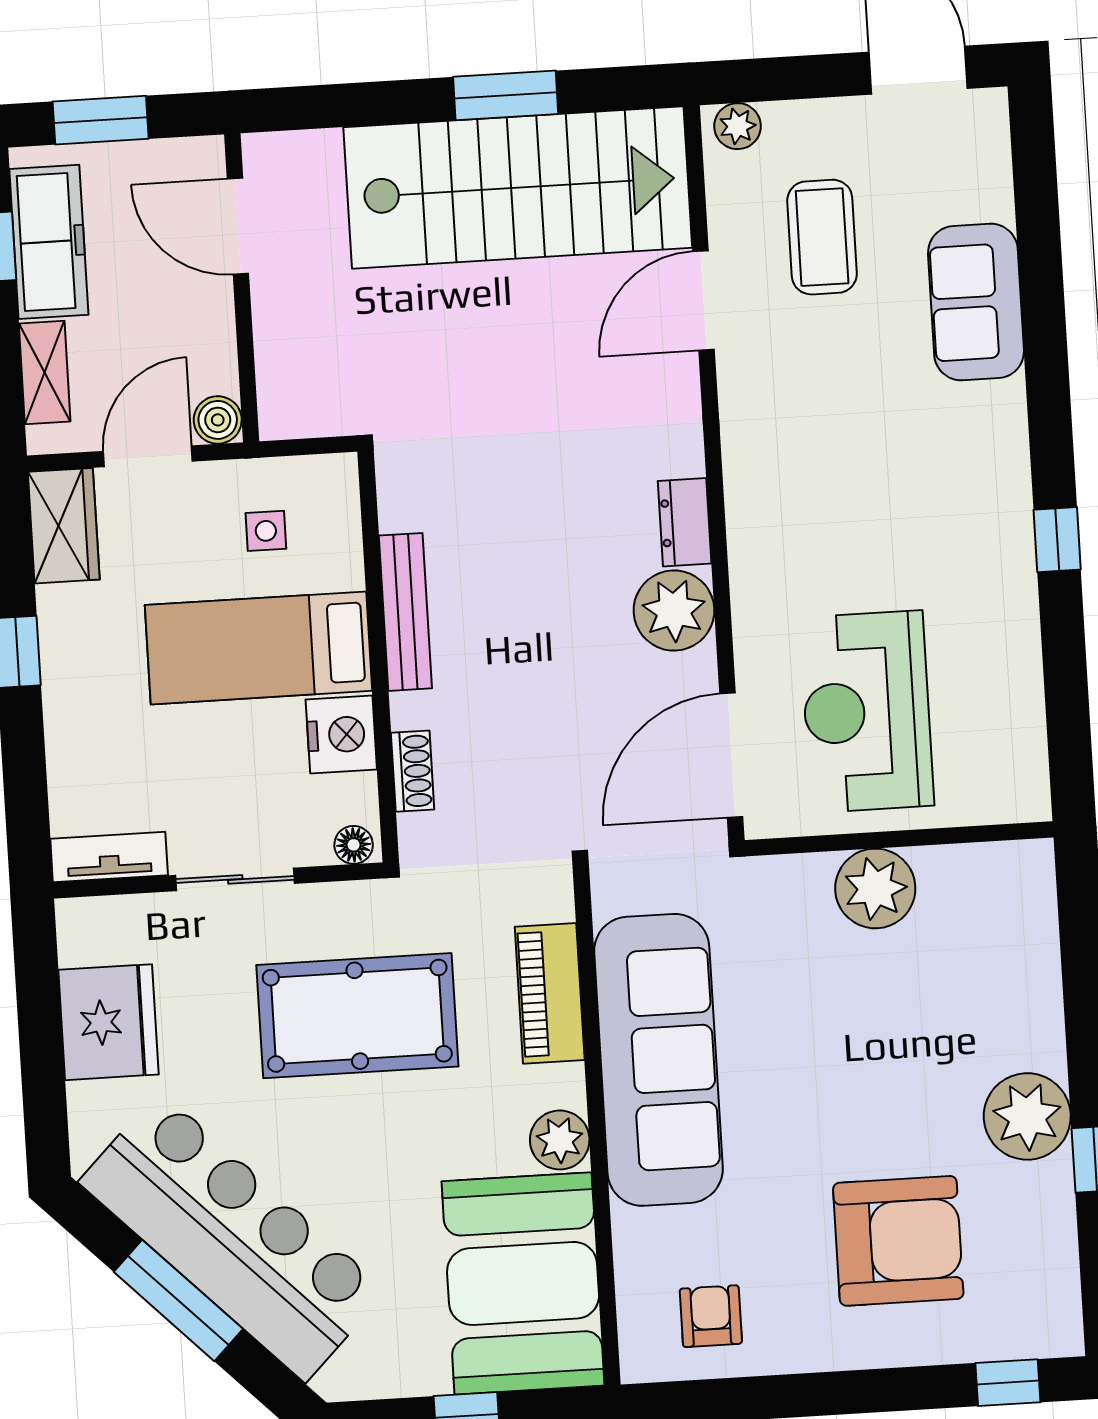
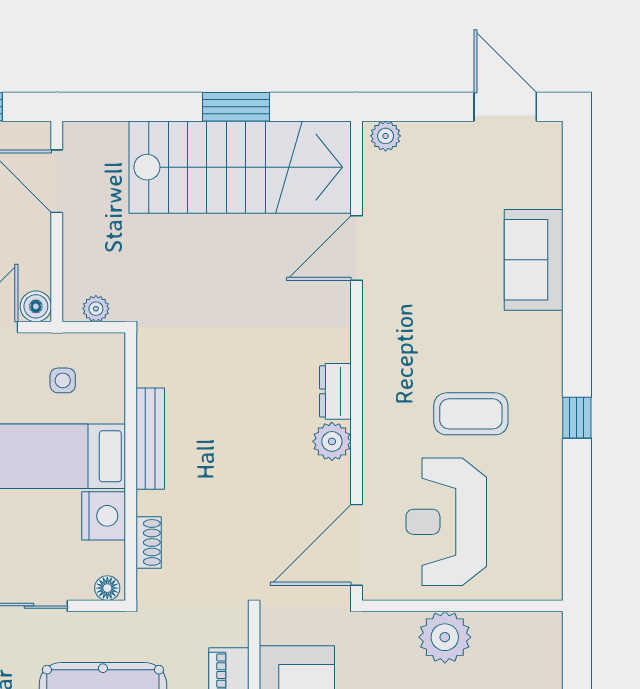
coffee table: (822, 237) -> (471, 414), moved, turned 90
plant: (310, 418) -> (96, 309), added
plant: (674, 611) -> (332, 441), width x0.73, depth x0.73

